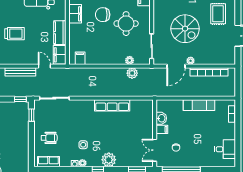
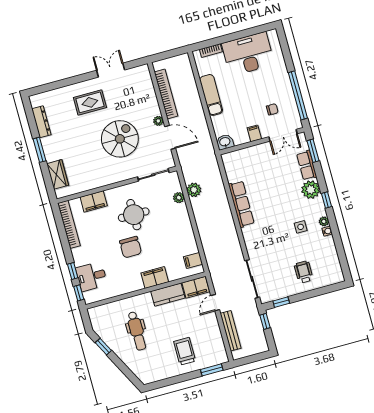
filing cabinet: (75, 14) -> (155, 278), moved
washbasin: (161, 118) -> (225, 142), moved
desk: (225, 149) -> (248, 54), width x1.87, depth x1.30
row of seats: (48, 162) -> (307, 165), moved

